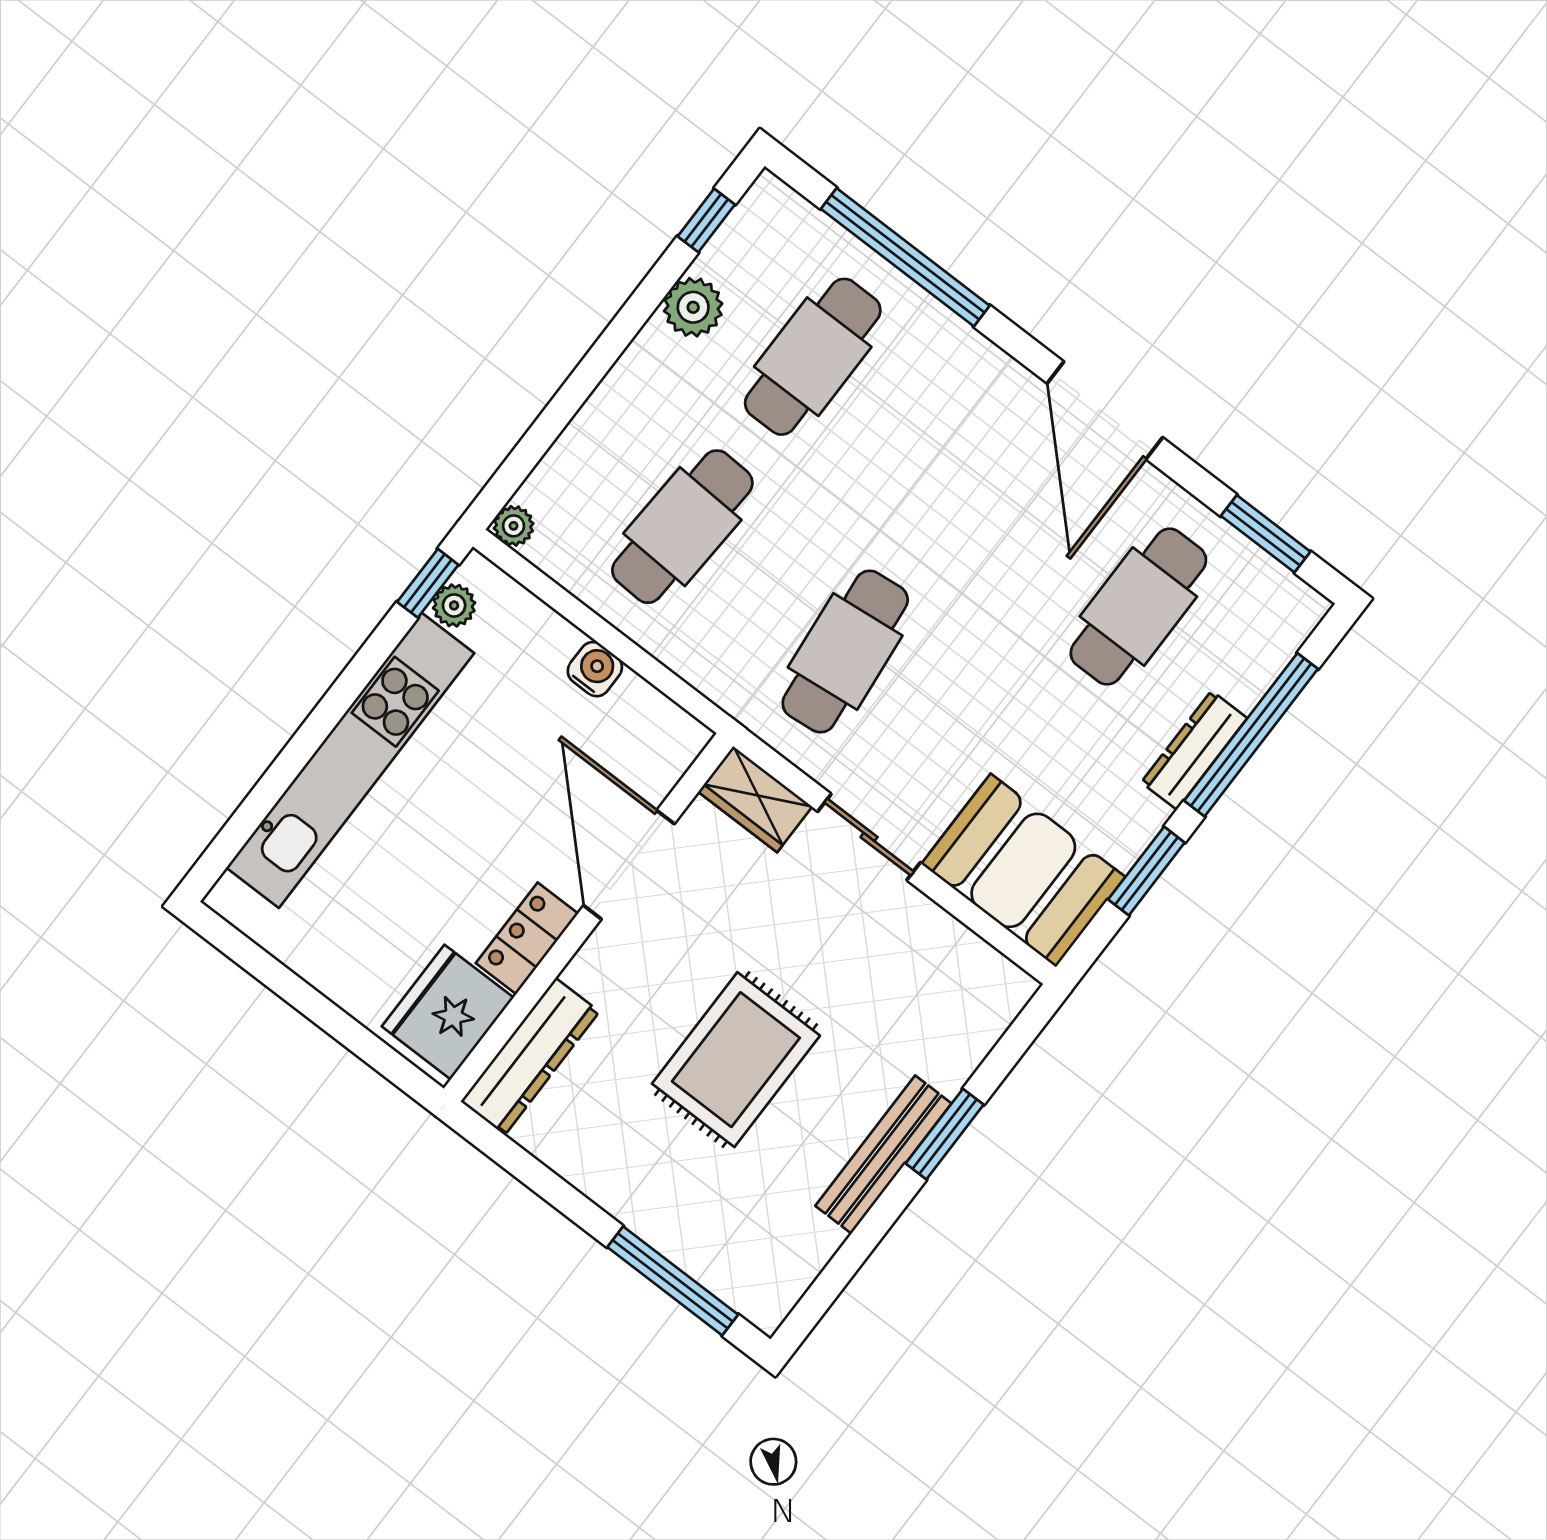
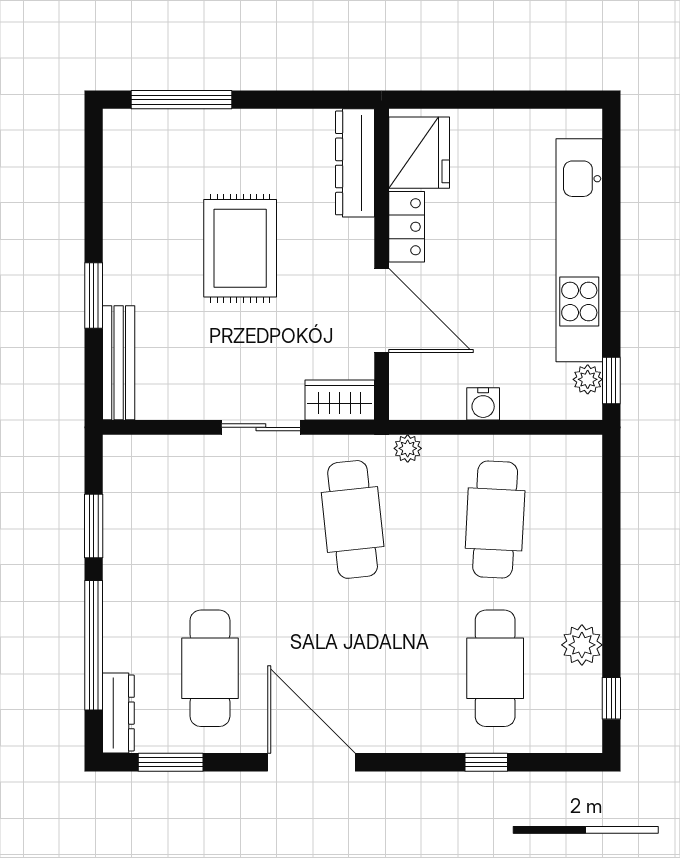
window: (905, 257) -> (486, 762), width x0.32
plant: (514, 526) -> (408, 448), moved
dresser: (1194, 750) -> (118, 713), moved
booth: (1023, 870) -> (162, 474), removed
bench: (883, 1155) -> (119, 363), moved

